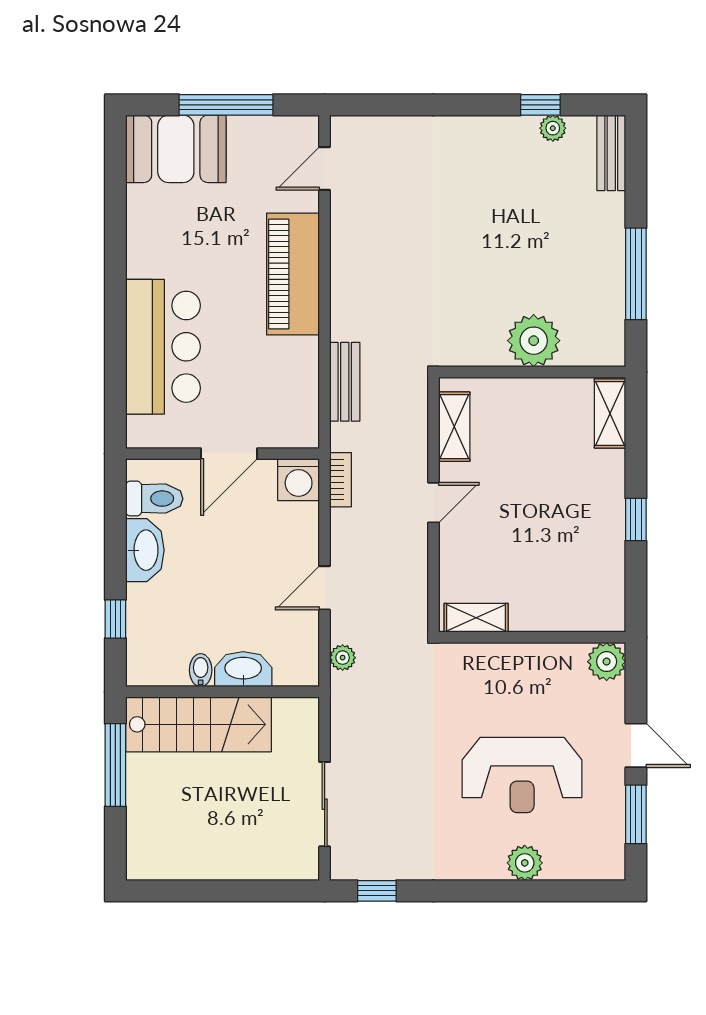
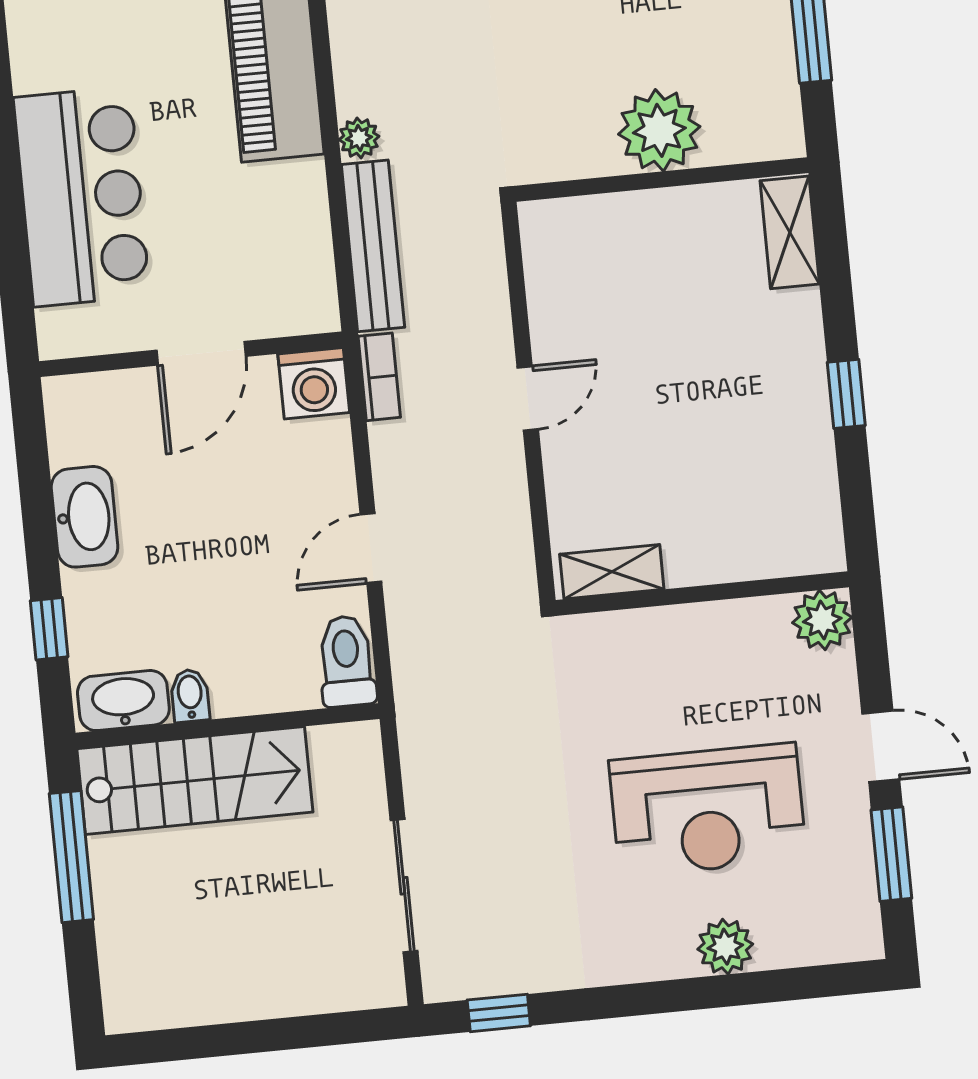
bench: (345, 382) -> (373, 246), width x1.36
shelving: (454, 427) -> (548, 277), removed
toilet: (154, 499) -> (347, 661), moved, turned -90
plant: (343, 658) -> (359, 138), moved
washbasin: (243, 669) -> (123, 701), moved

